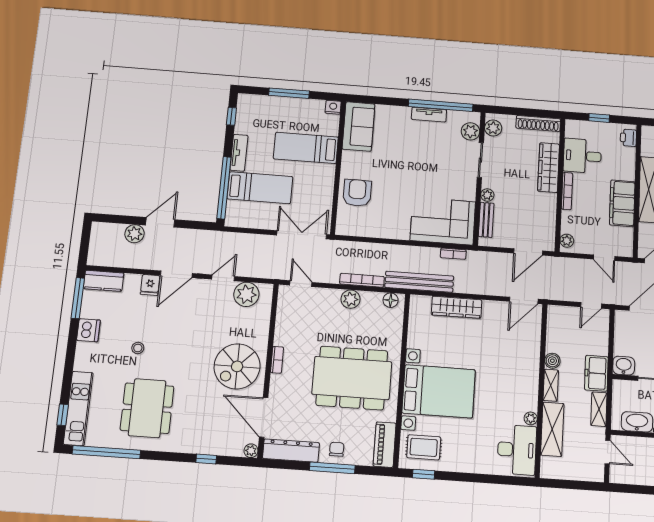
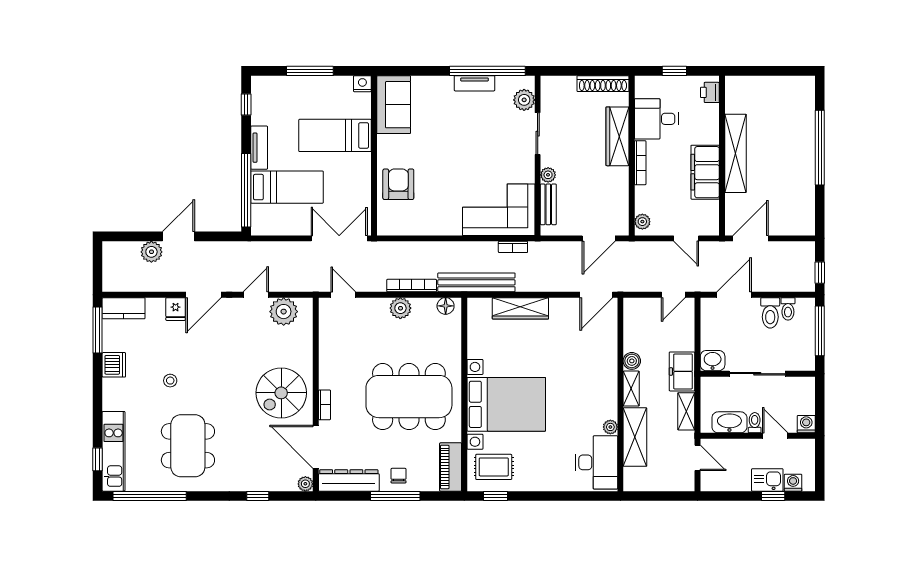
plant: (493, 128) -> (550, 94), removed
bookcase: (277, 360) -> (325, 405), moved

